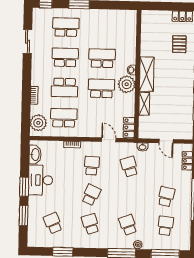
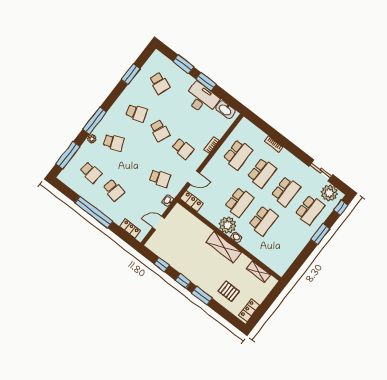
school desk: (64, 88) -> (262, 173), turned 180
shelving: (144, 104) -> (258, 272), moved
plant: (38, 123) -> (329, 193), moved
school desk: (53, 223) -> (160, 83), turned 45

